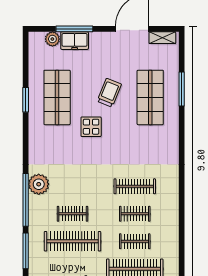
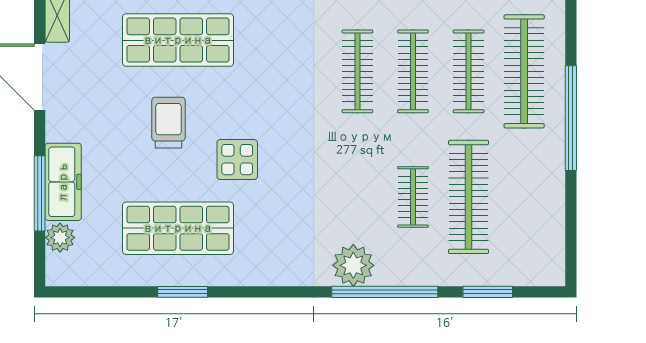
freezer: (75, 41) -> (63, 182), width x1.40
trolley: (109, 93) -> (169, 123), turned 68
clothes rail: (135, 214) -> (413, 71), width x1.36
clothes rail: (135, 241) -> (469, 71), width x1.36
window: (26, 251) -> (488, 292), width x0.69

